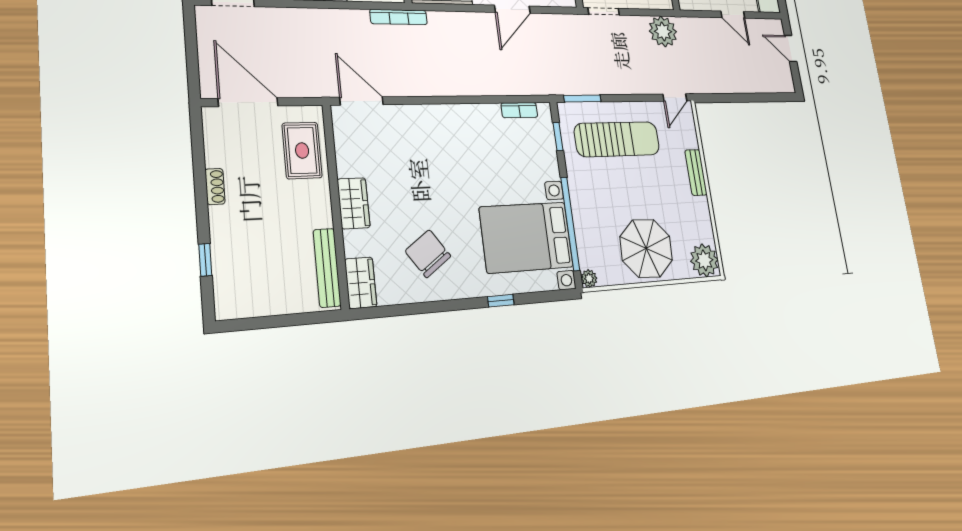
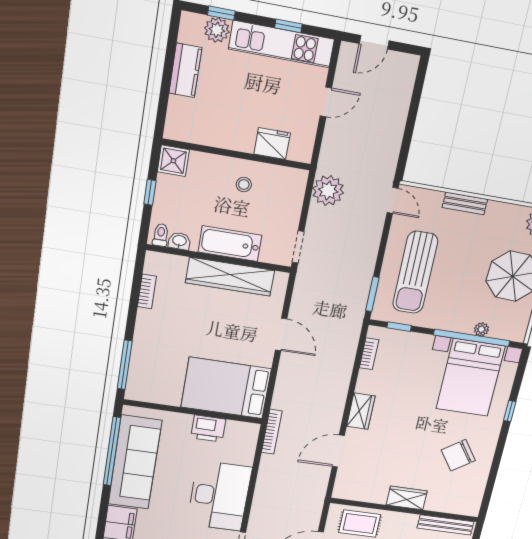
door: (362, 101) -> (338, 451), moved
sun lounger: (617, 139) -> (415, 273), turned 180
plant: (589, 278) -> (481, 329), moved
wardrobe: (361, 283) -> (361, 411), moved, turned 90

